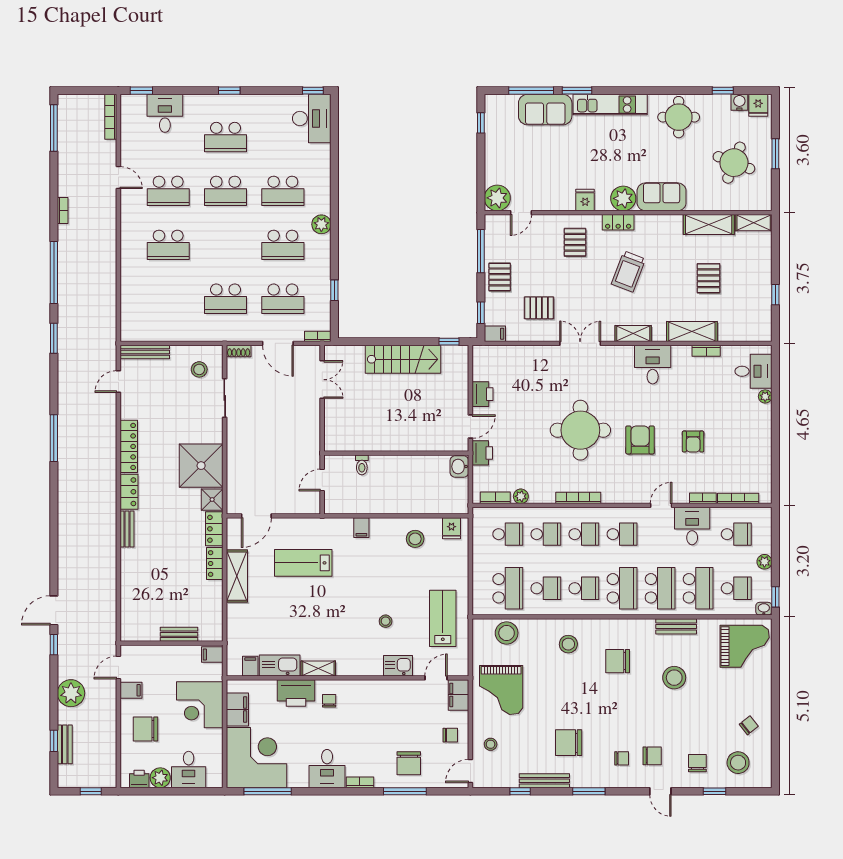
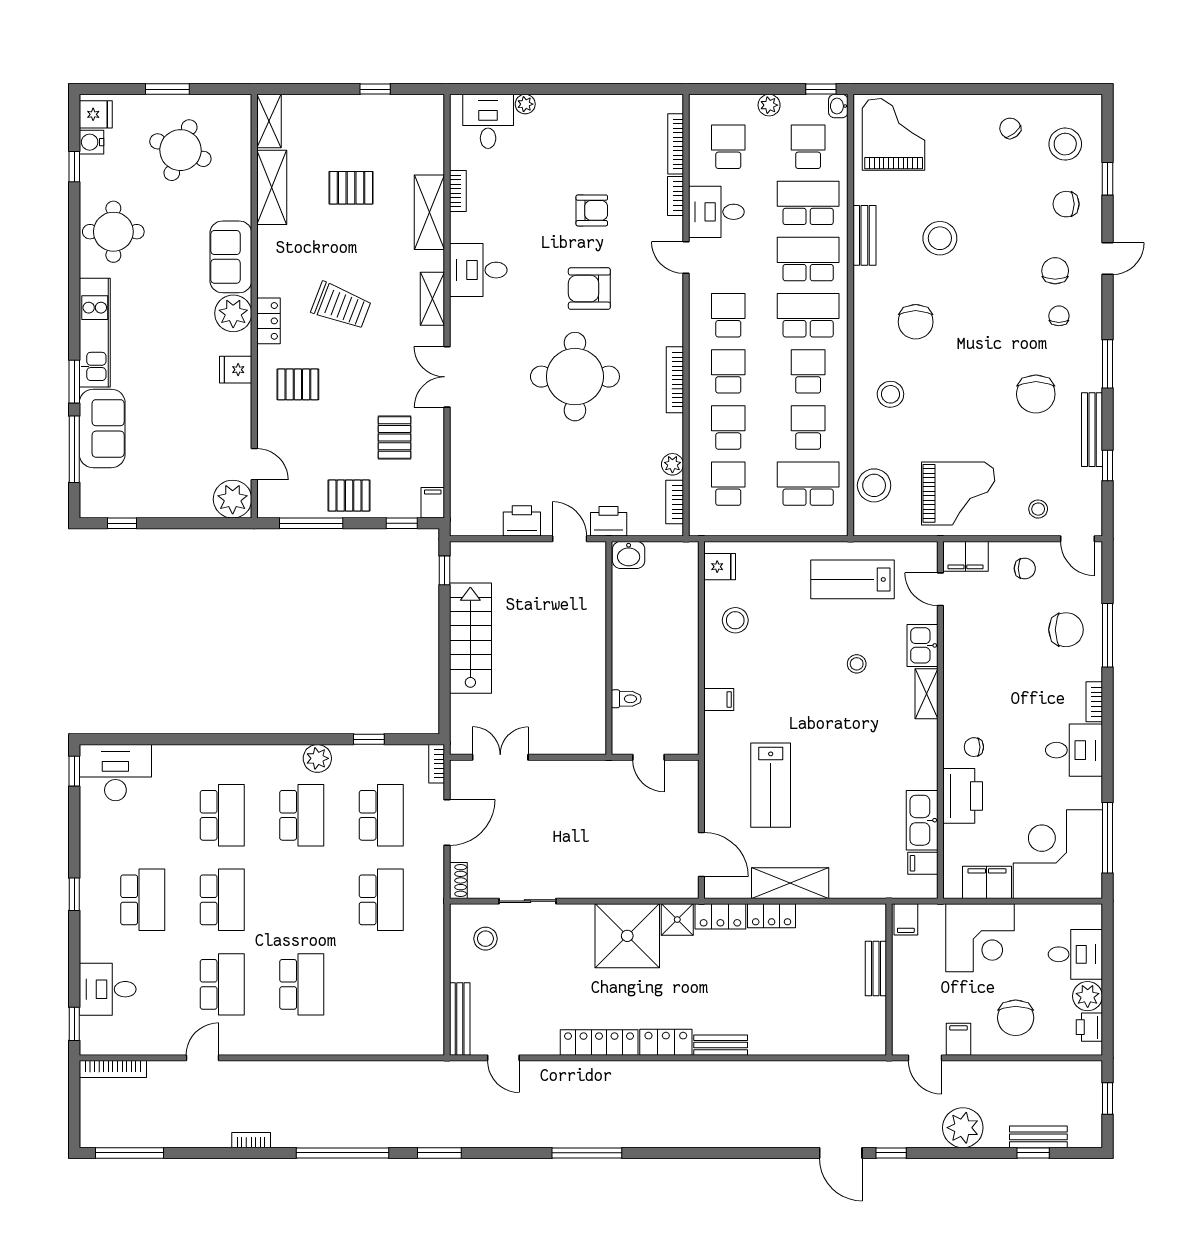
plant: (321, 224) -> (317, 758), moved
shelving: (318, 669) -> (926, 694), moved
chair: (450, 735) -> (1025, 568), turned 90

